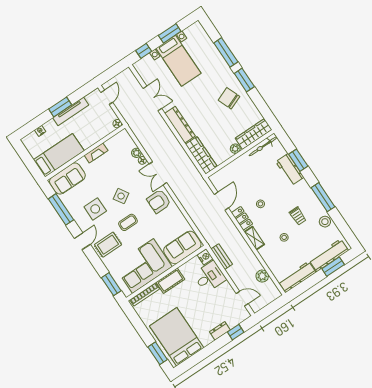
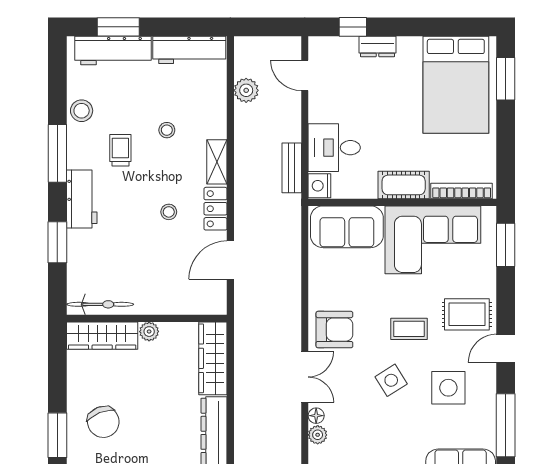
workbench: (290, 170) -> (82, 199), moved

